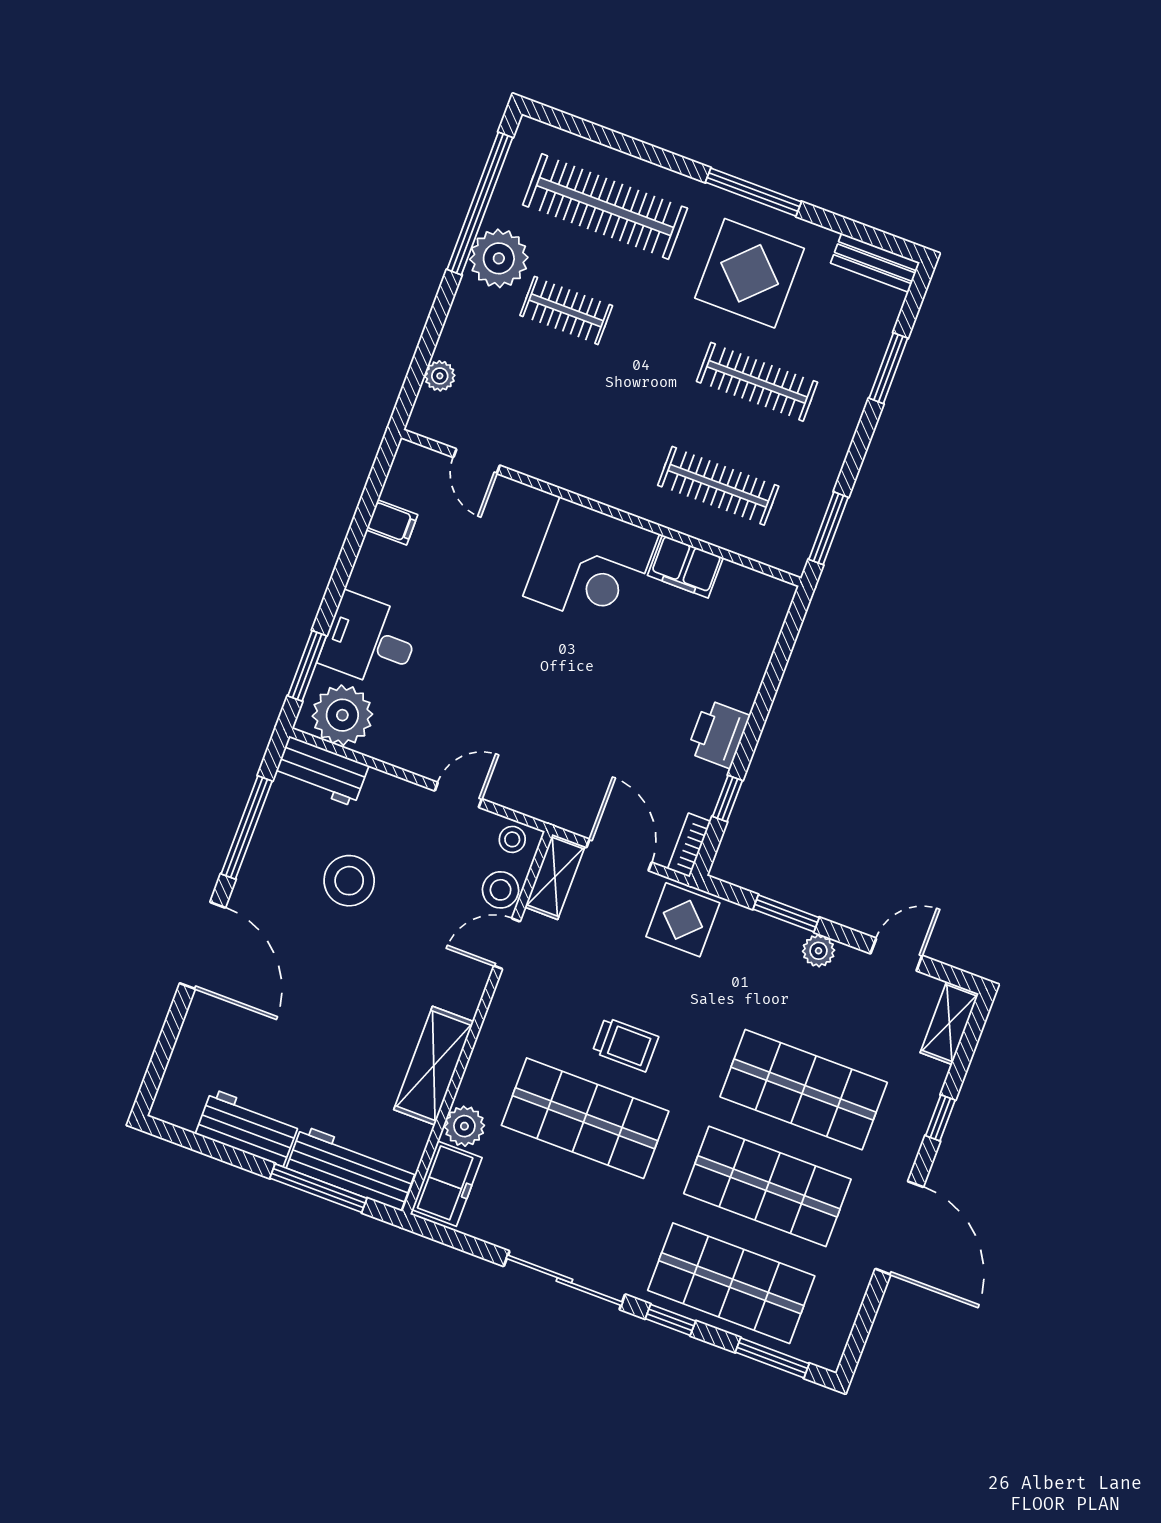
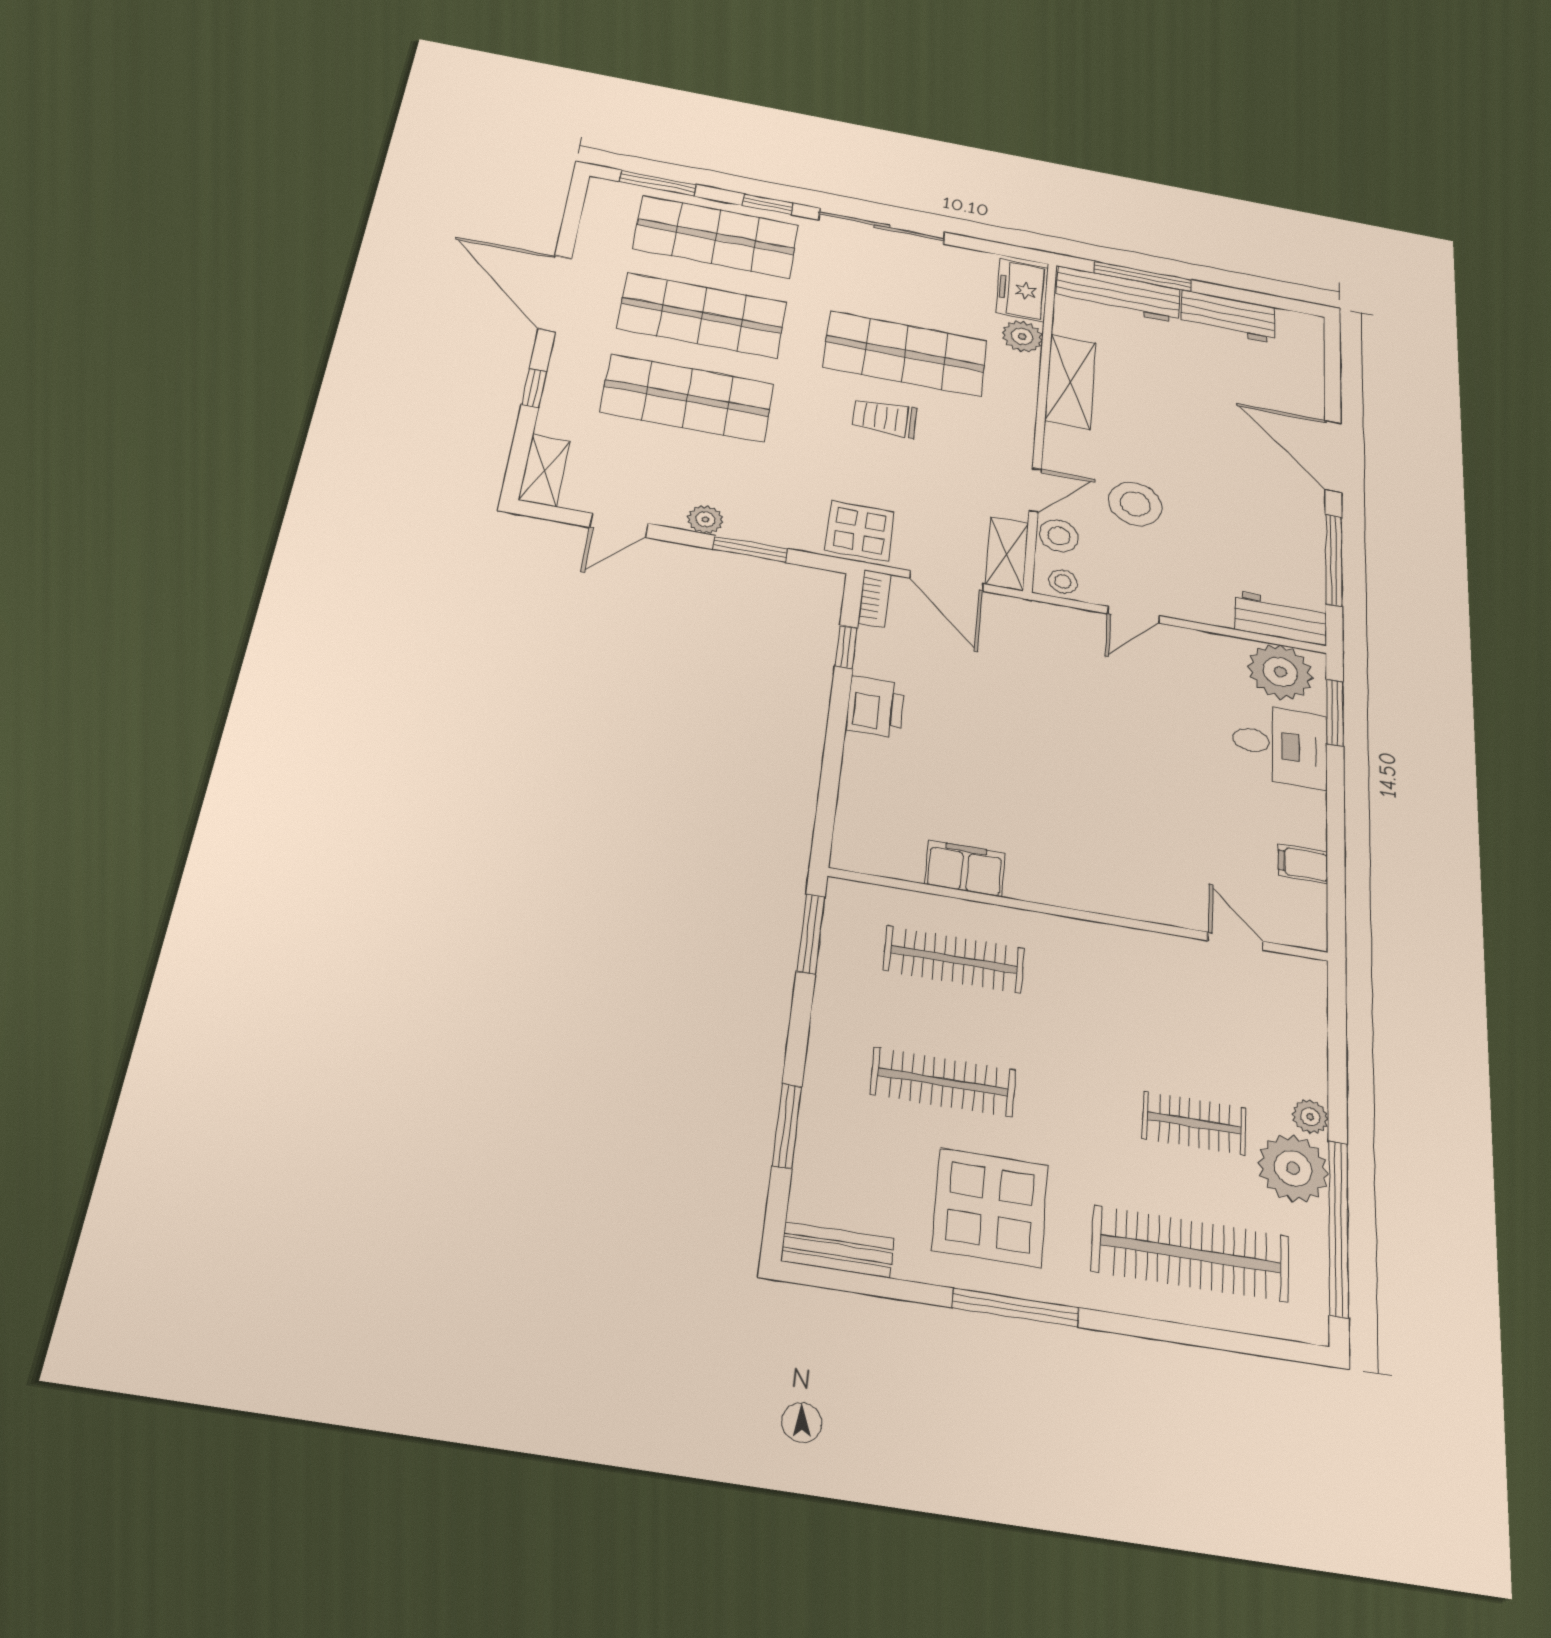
plant: (440, 376) -> (1310, 1117), moved
corner desk: (591, 565) -> (1071, 854), removed
stool: (349, 881) -> (1135, 504), moved

